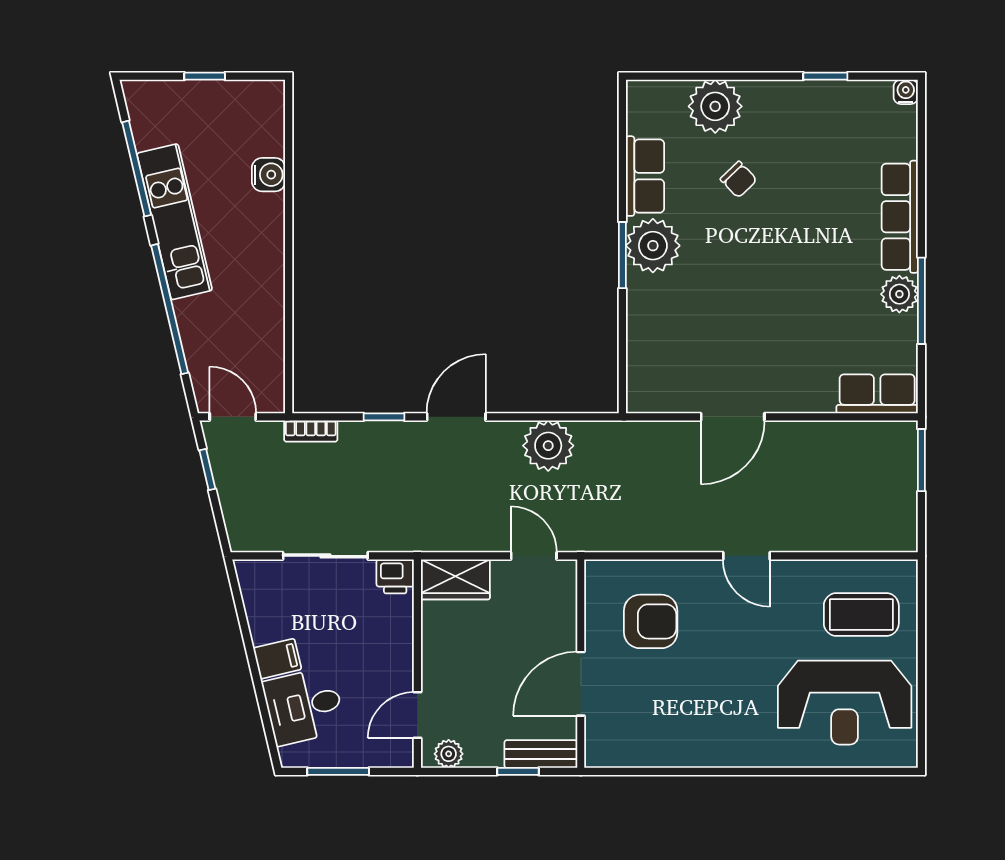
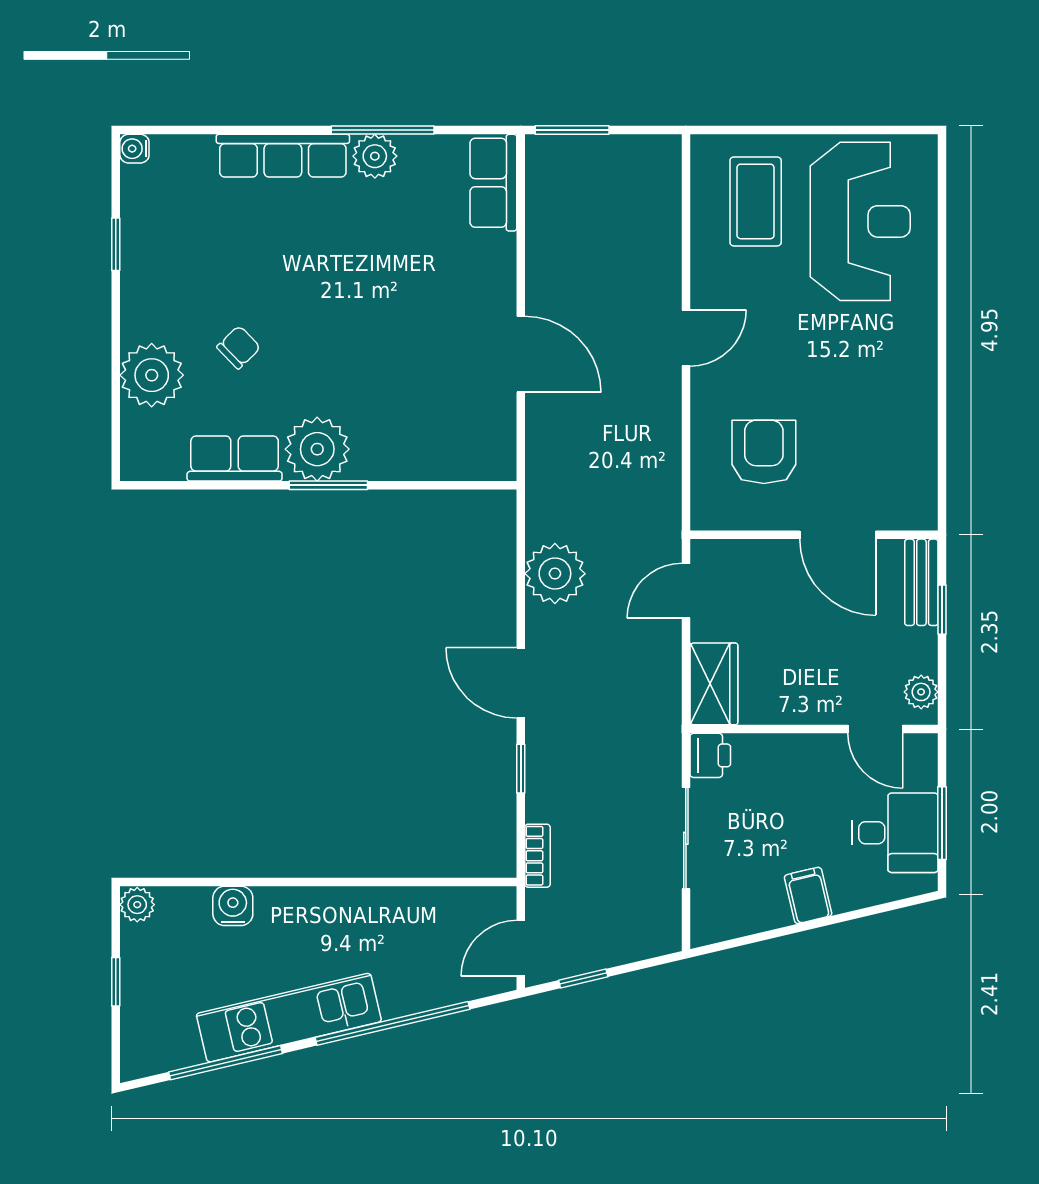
plant: (270, 94) -> (137, 905), added
desk: (304, 706) -> (895, 833), moved, turned -77

